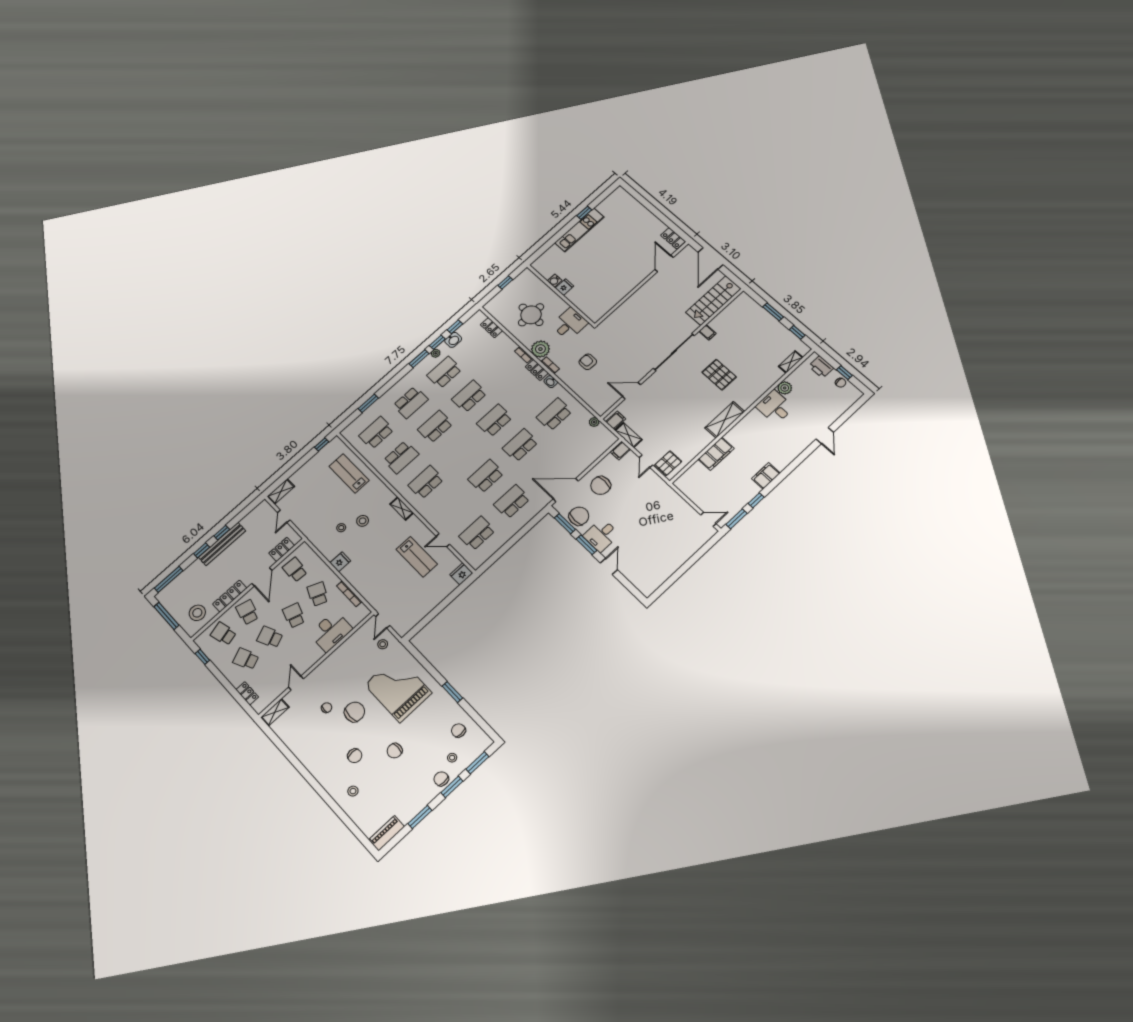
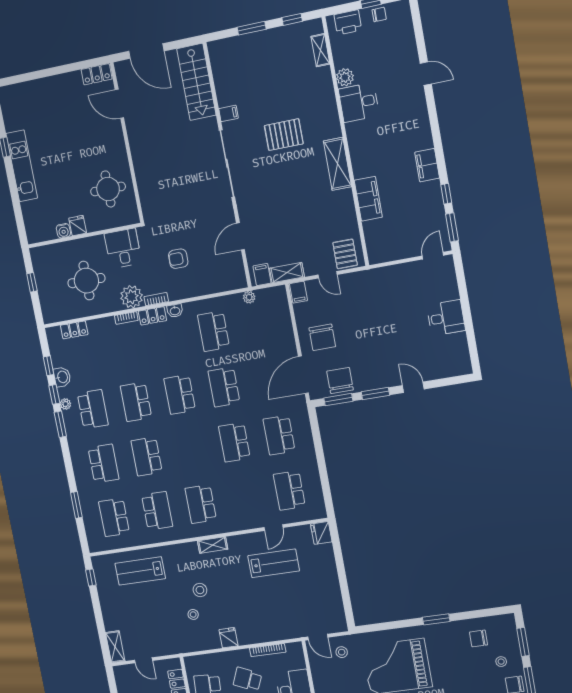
round table: (603, 291) -> (108, 189), added
school desk: (444, 372) -> (93, 409), turned 180
desk: (601, 535) -> (446, 318), moved, turned -90

